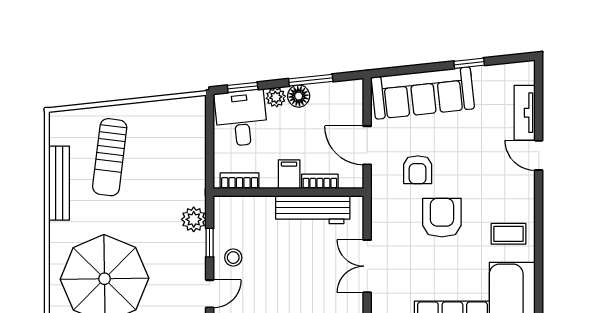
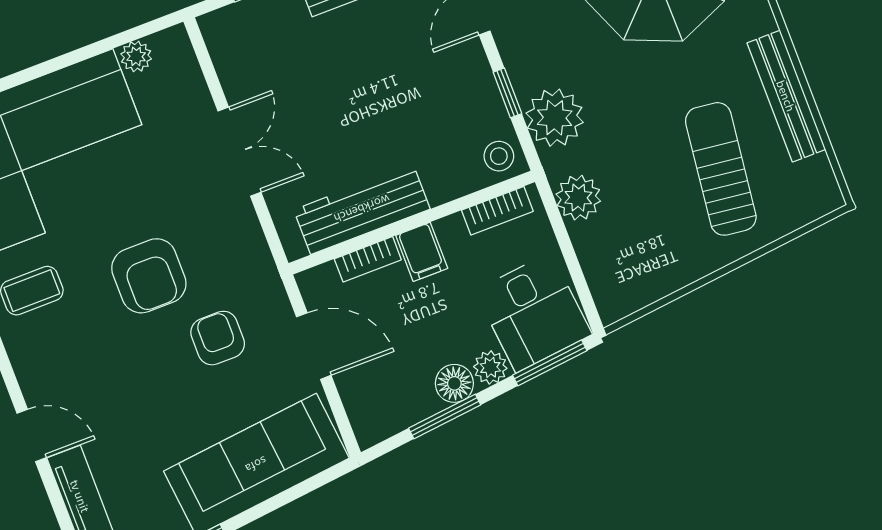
window: (243, 87) -> (550, 363), width x1.50
plant: (193, 171) -> (578, 198), added
plant: (194, 219) -> (555, 118), width x1.36, depth x1.36
stool: (233, 258) -> (499, 156), moved

